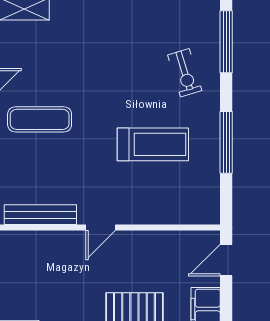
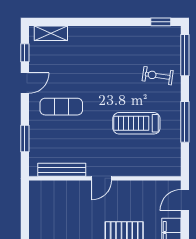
exercise bike: (185, 73) -> (158, 76), turned 115
treadmill: (153, 144) -> (136, 123), turned 180

